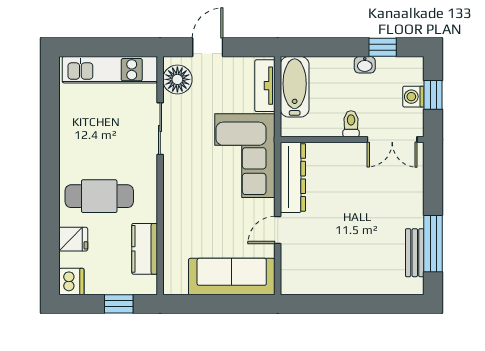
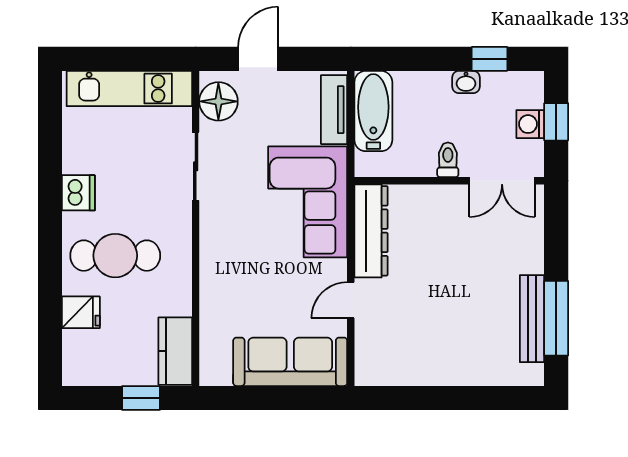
kitchen counter: (145, 249) -> (175, 351), moved
bench: (415, 253) -> (532, 319), width x1.36
dishwasher: (71, 282) -> (78, 193), moved

